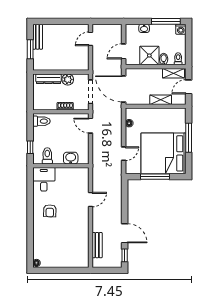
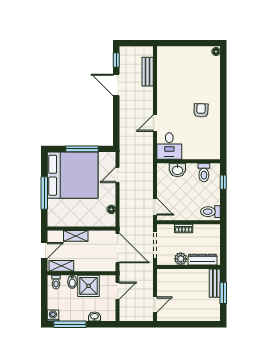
bench: (38, 37) -> (215, 283), moved
desk: (44, 179) -> (169, 146), moved

